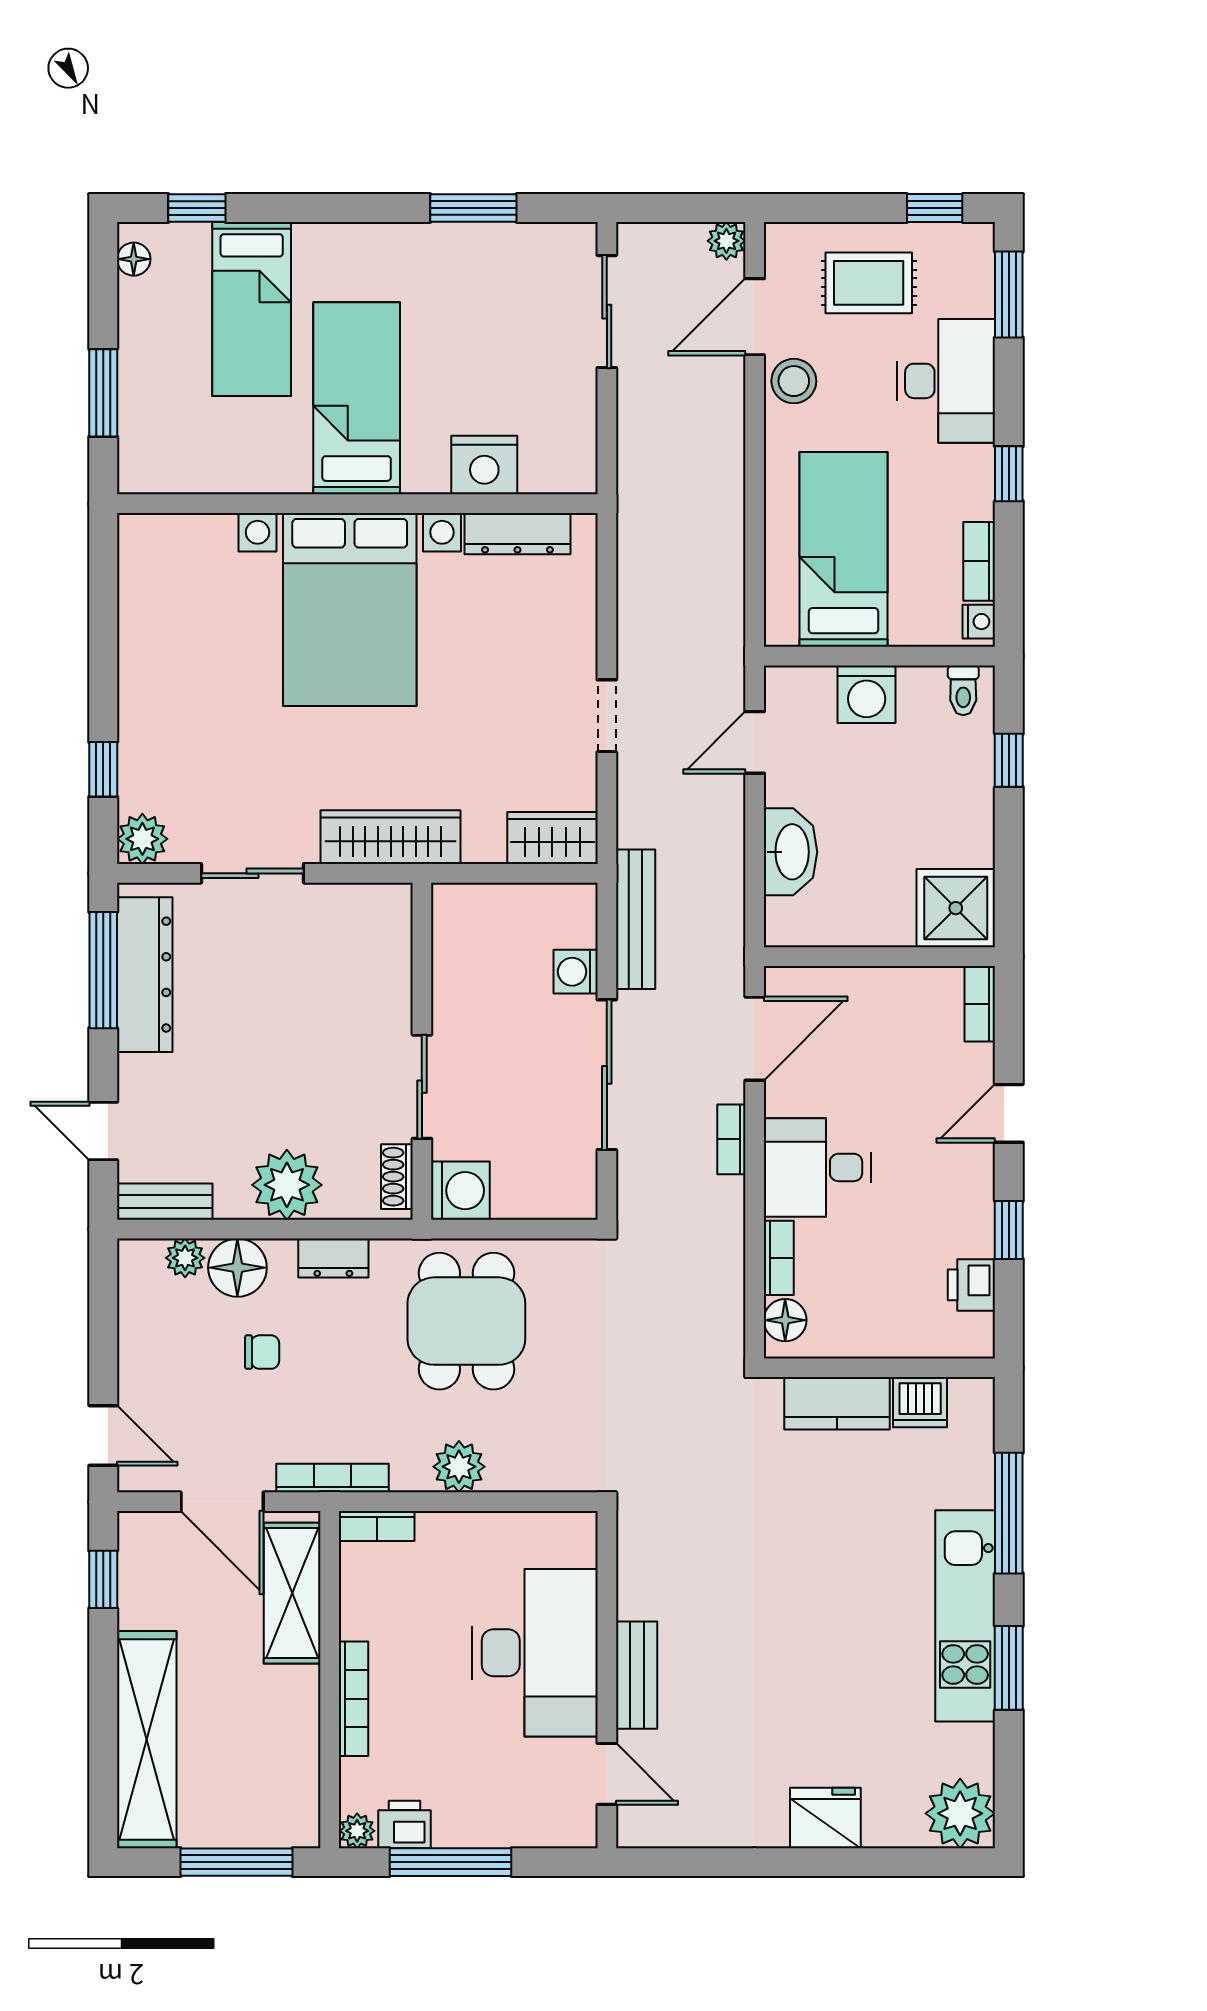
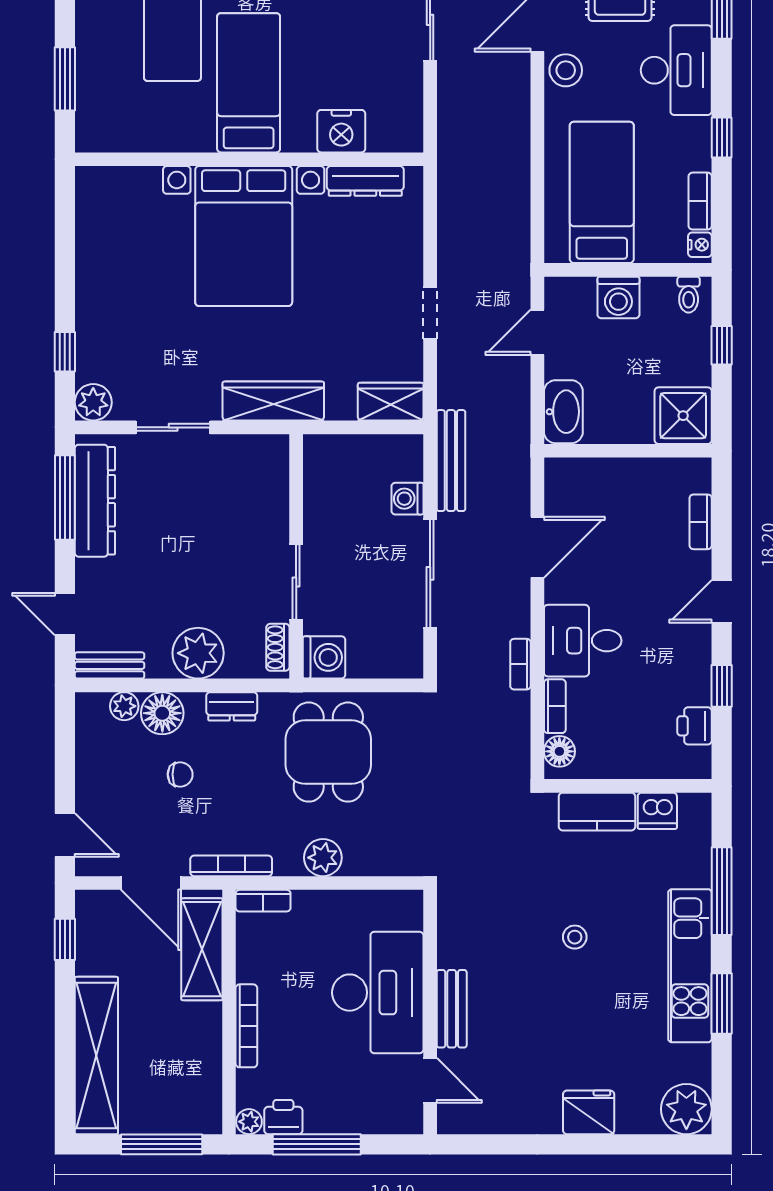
shower: (956, 908) -> (683, 416), moved
wall: (879, 957) -> (628, 451), moved
bookcase: (731, 1139) -> (520, 664), moved
stool: (806, 1576) -> (575, 937), added

